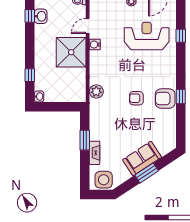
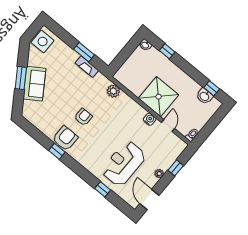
reception desk: (147, 36) -> (124, 163), turned 180
fireplace: (94, 153) -> (87, 67), moved

